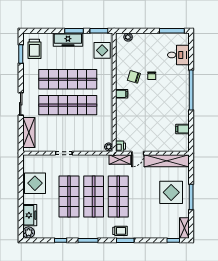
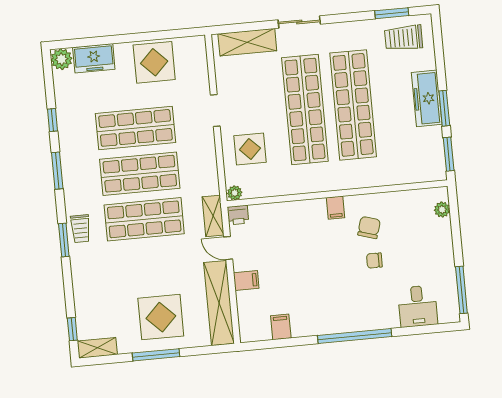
display table: (102, 50) -> (250, 149), moved
filing cabinet: (156, 145) -> (246, 281), added

